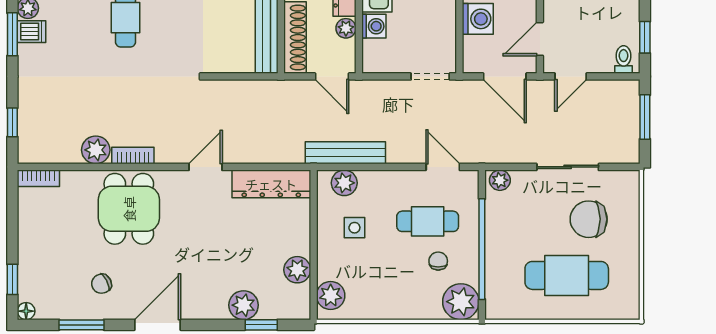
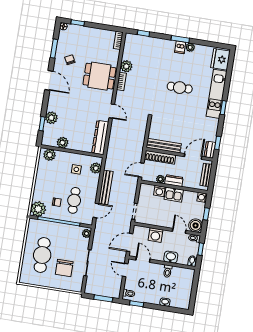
bench: (345, 153) -> (106, 187), moved
chair: (589, 219) -> (64, 268), turned 180

